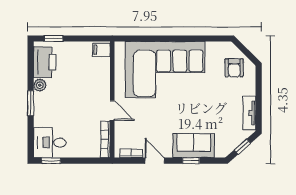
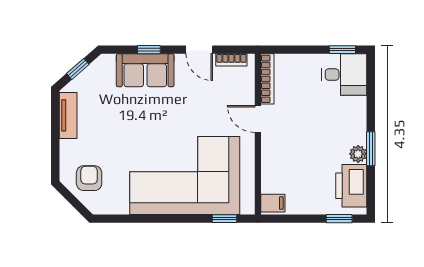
window: (136, 39) -> (225, 219), added
window: (31, 103) -> (371, 149), moved

